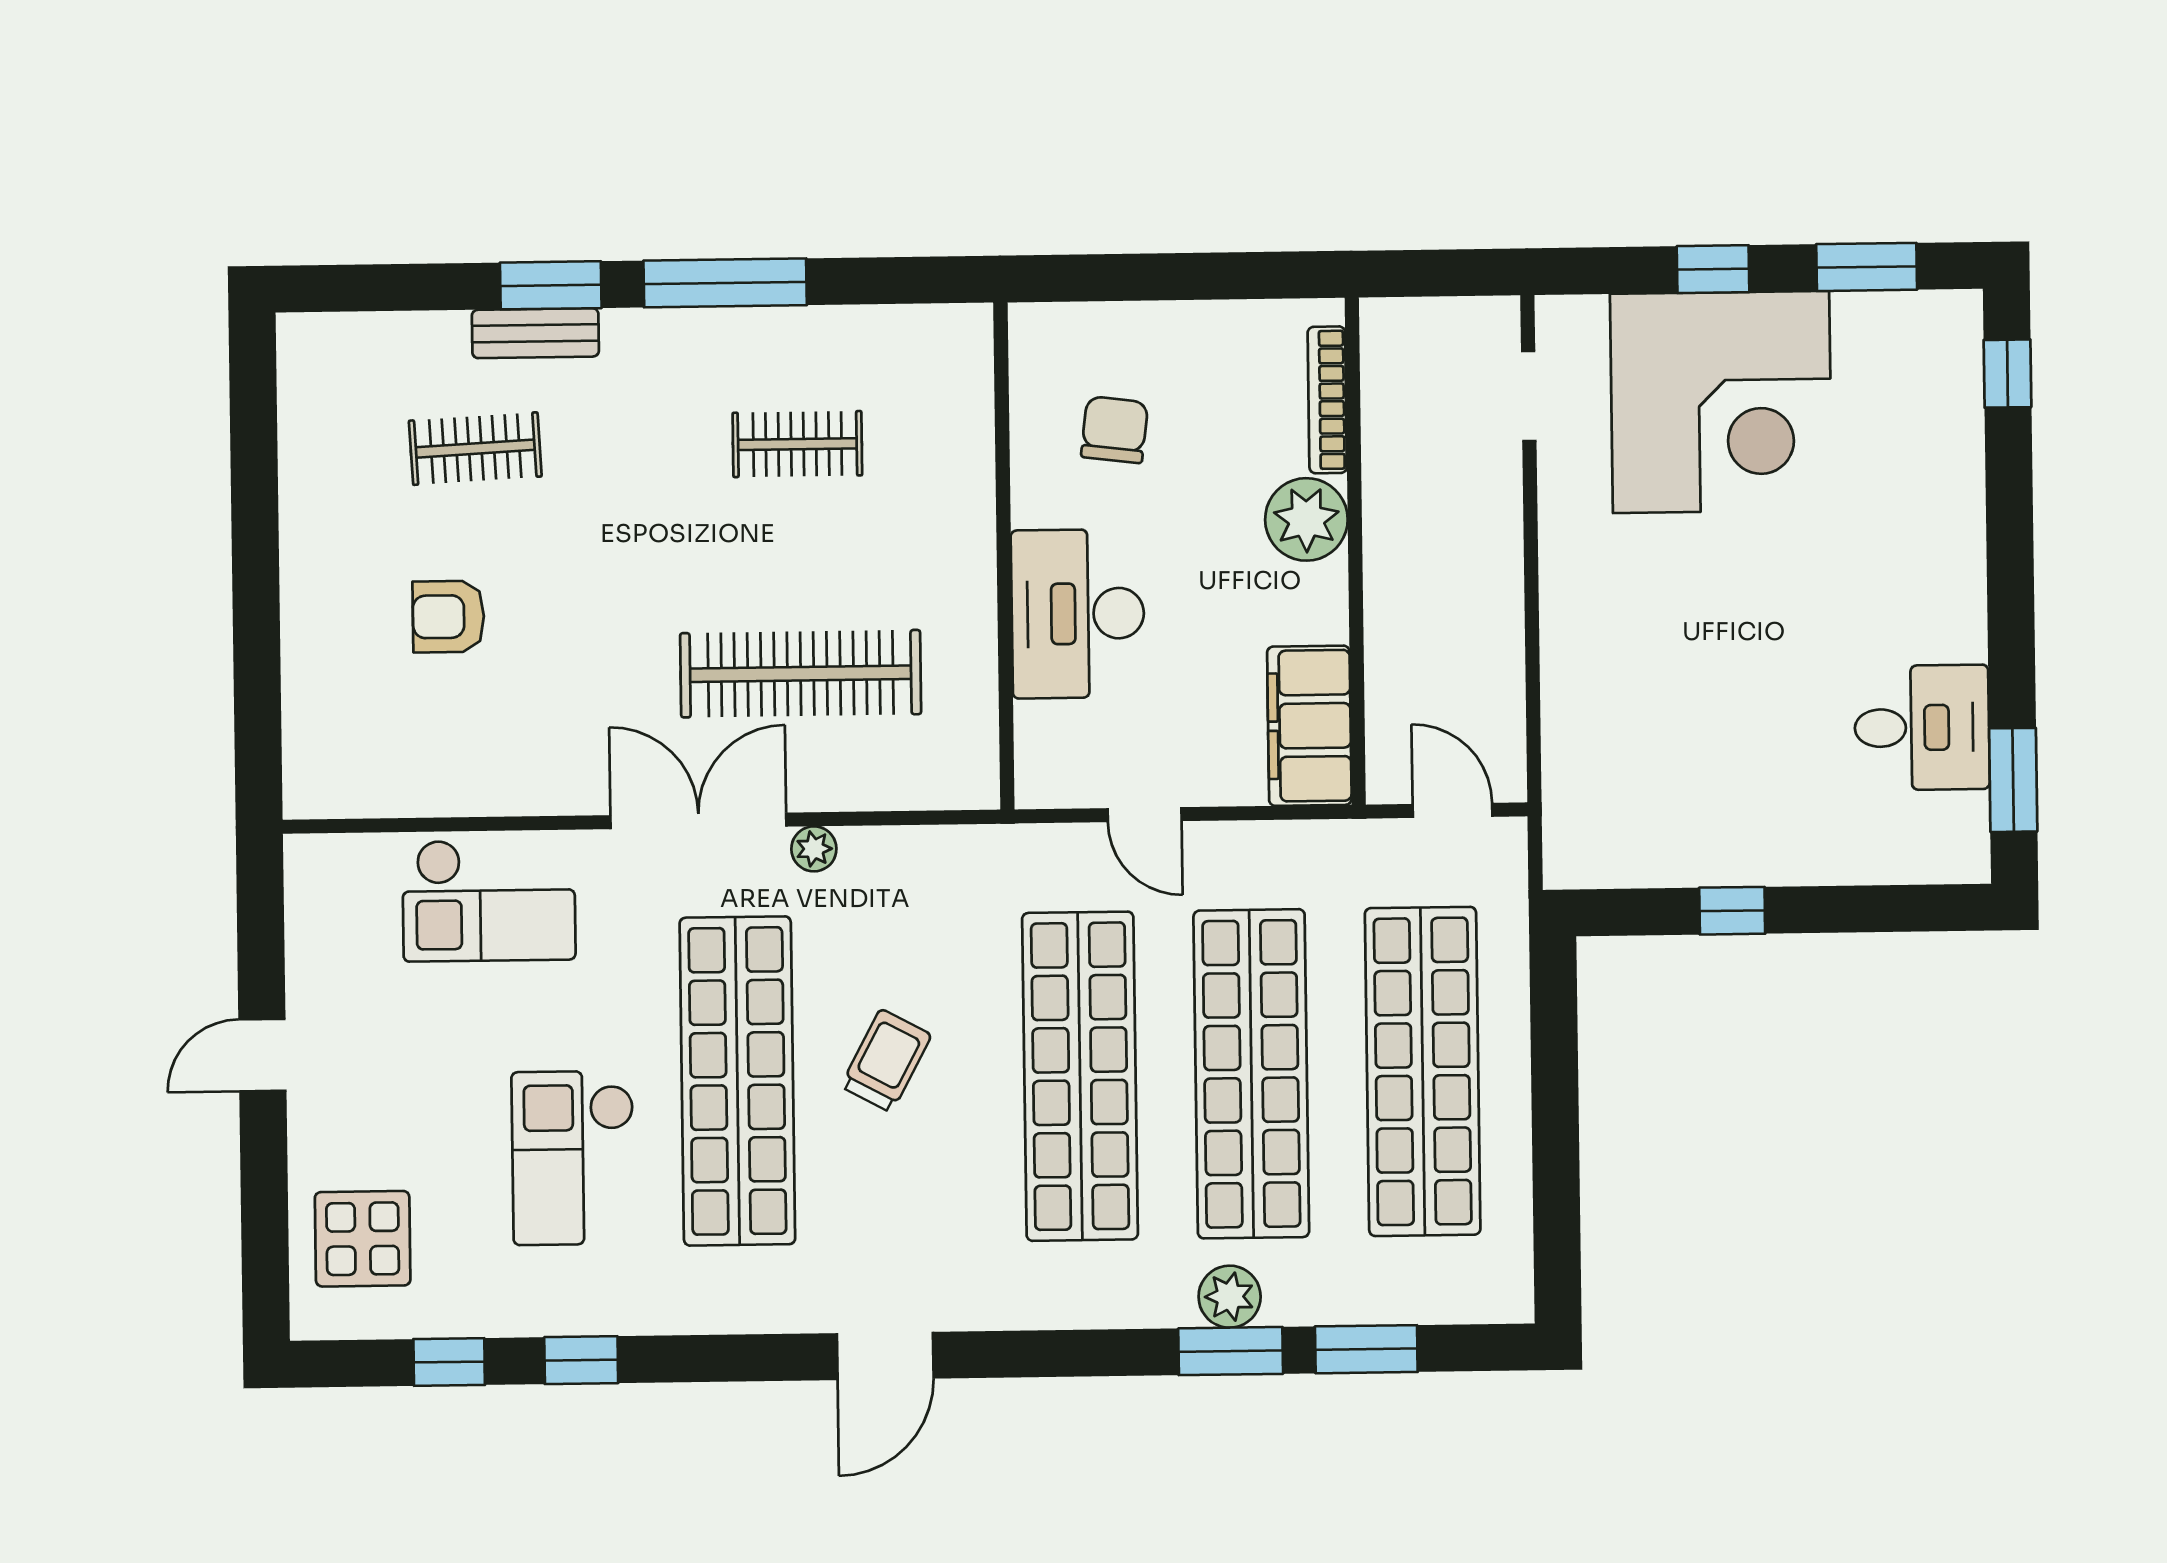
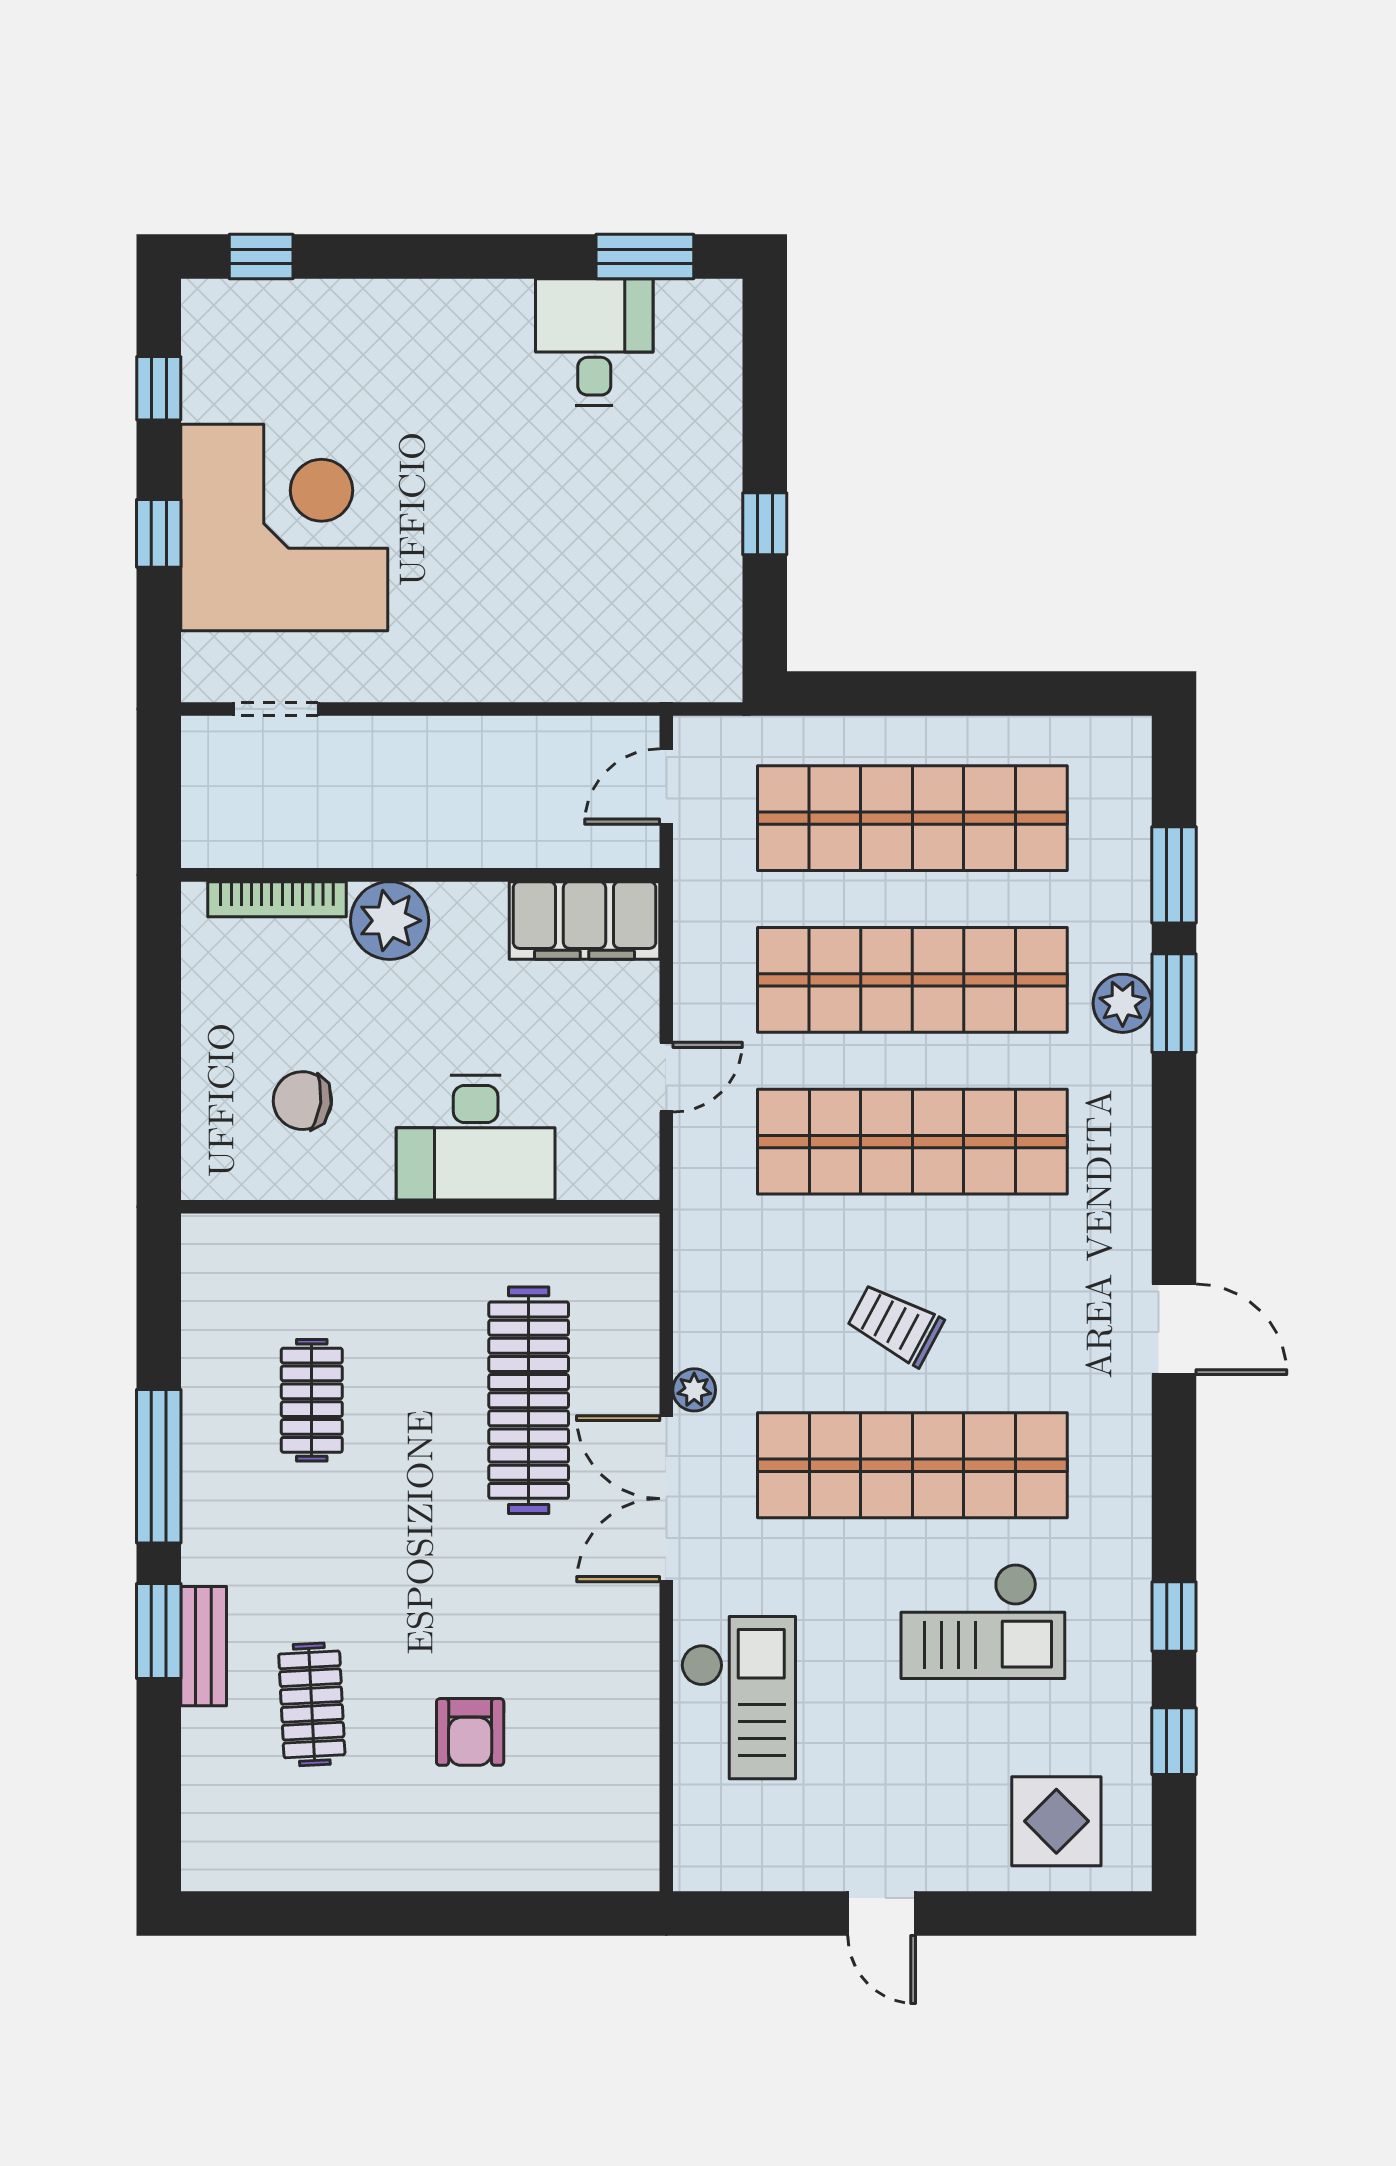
window: (1867, 267) -> (159, 388), width x0.67

